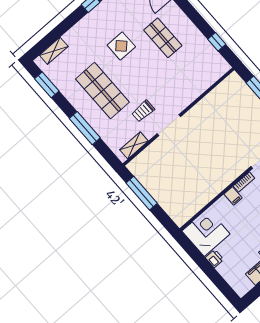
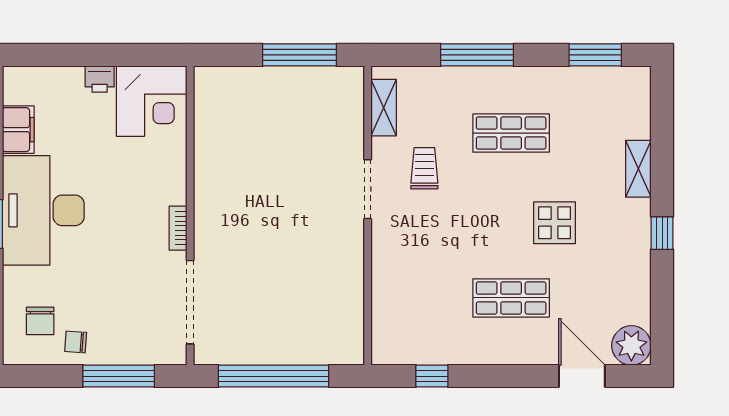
shelving: (54, 51) -> (638, 169), moved
shop shelf: (102, 91) -> (511, 133), width x0.70, depth x0.74
filing cabinet: (233, 196) -> (171, 192), removed

